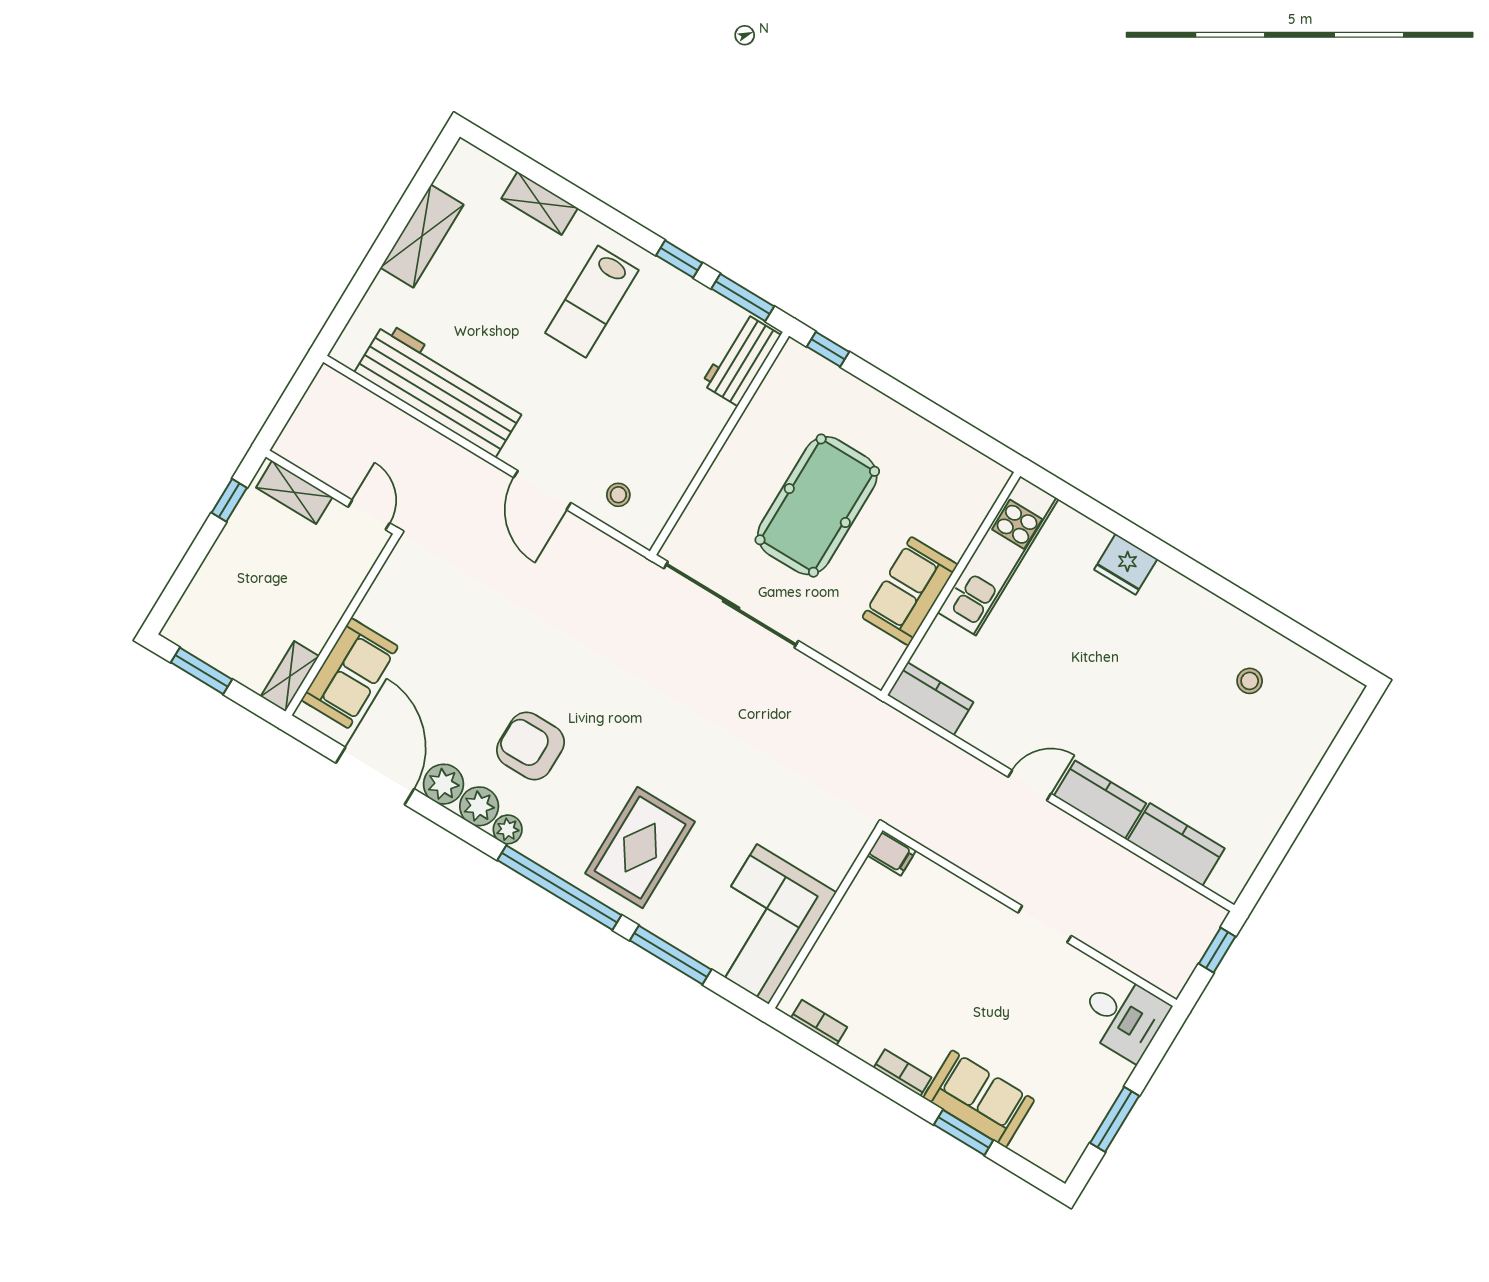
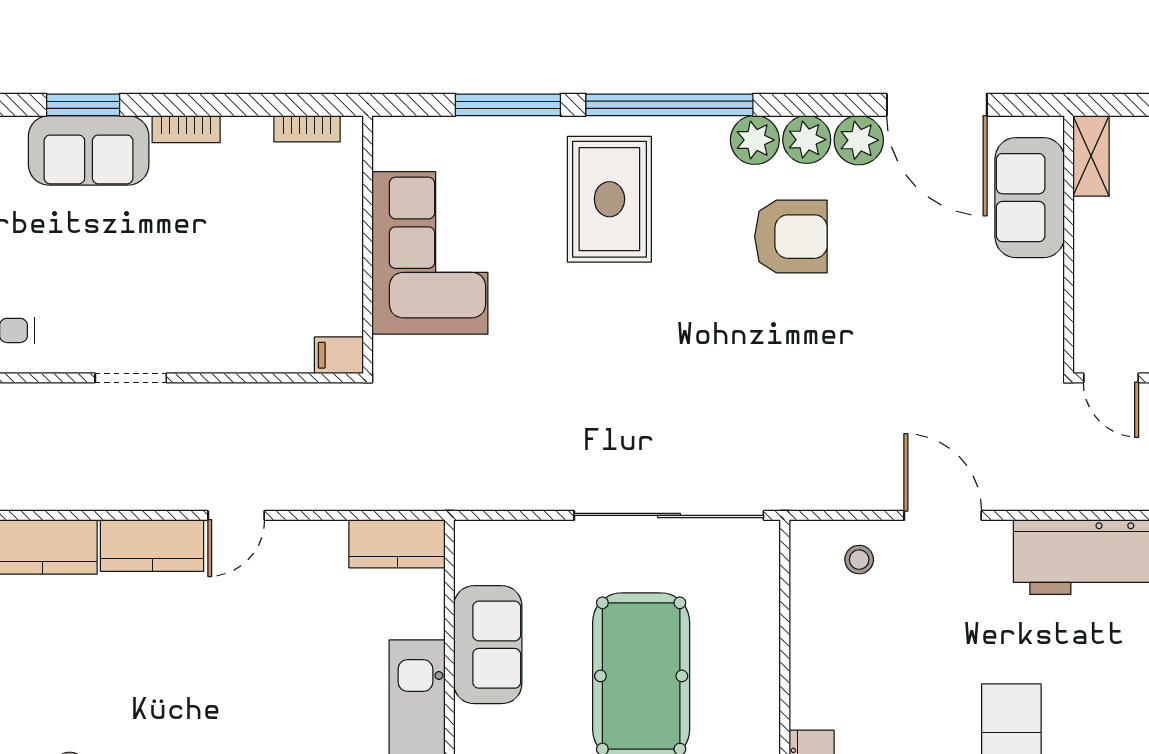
plant: (508, 829) -> (755, 140), width x1.38, depth x1.38
corner sofa: (763, 924) -> (430, 253), moved

